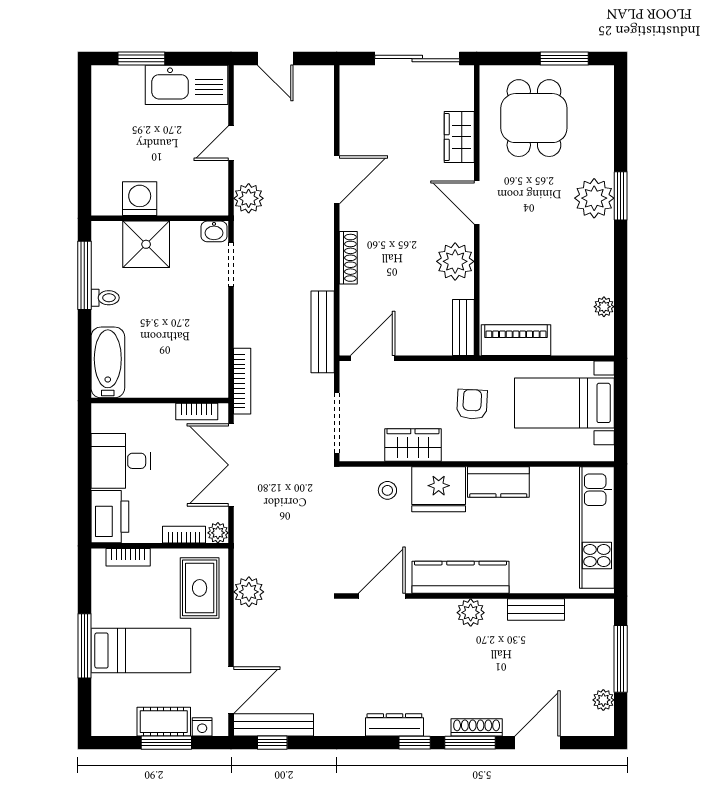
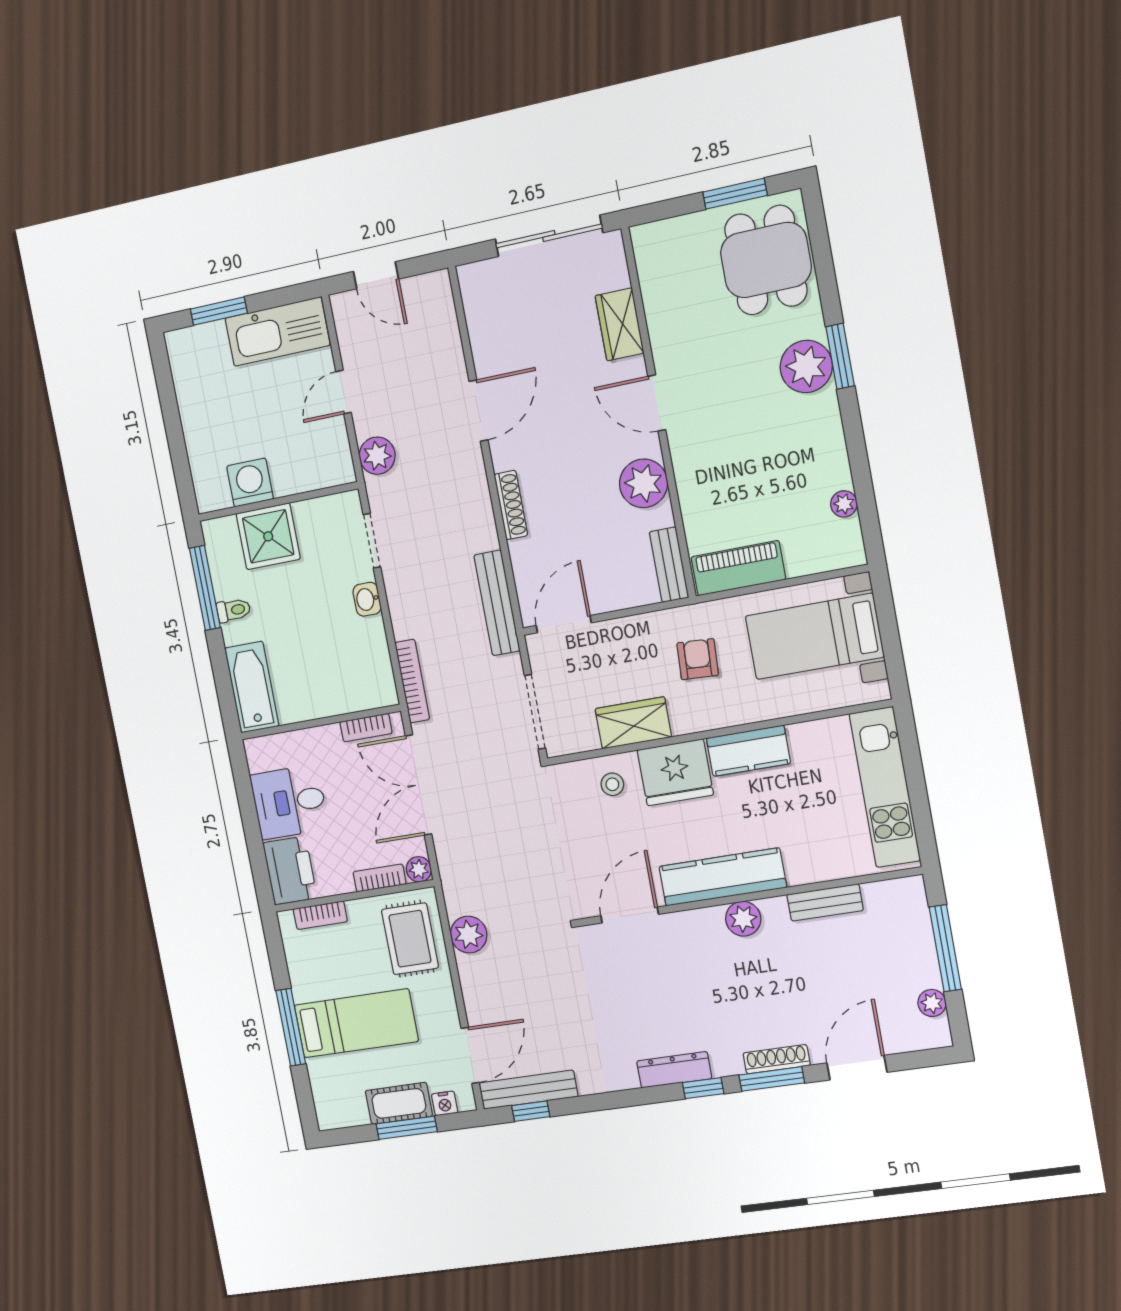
dining table: (534, 118) -> (766, 260), moved
washbasin: (214, 231) -> (367, 599), moved, turned 90

